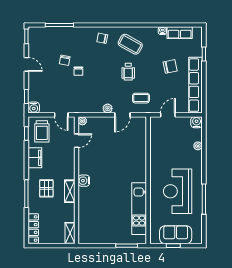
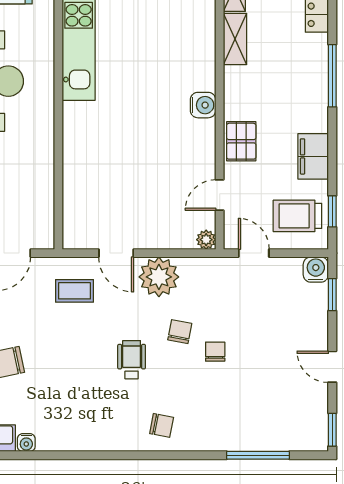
coffee table: (130, 44) -> (99, 412), removed
chair: (65, 60) -> (180, 332), moved
wheelchair: (128, 72) -> (132, 360), moved
plant: (108, 108) -> (159, 277), width x1.88, depth x1.88
door: (122, 115) -> (116, 253), swing flipped
trolley: (42, 131) -> (297, 216), turned -90
pallet: (46, 188) -> (241, 141), moved
shelving: (70, 191) -> (235, 39), moved

